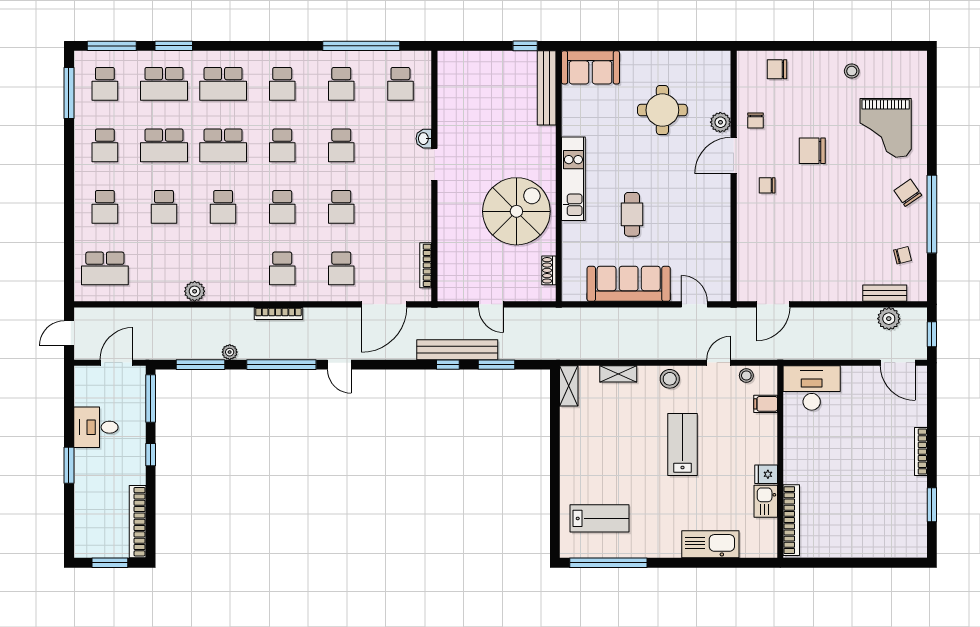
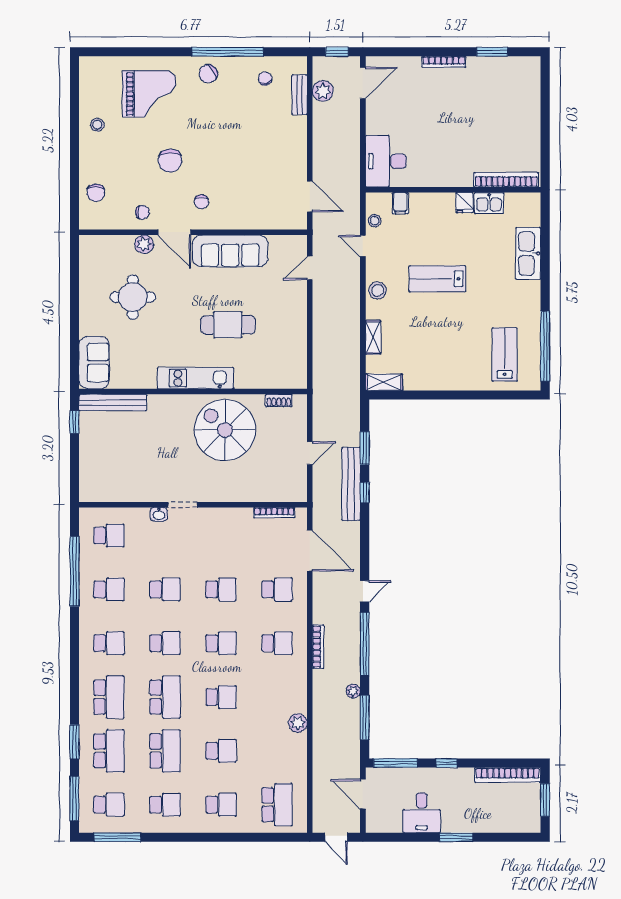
cafe table: (632, 214) -> (228, 325), width x1.37, depth x1.35
sofa: (629, 284) -> (230, 251), moved, turned -90

